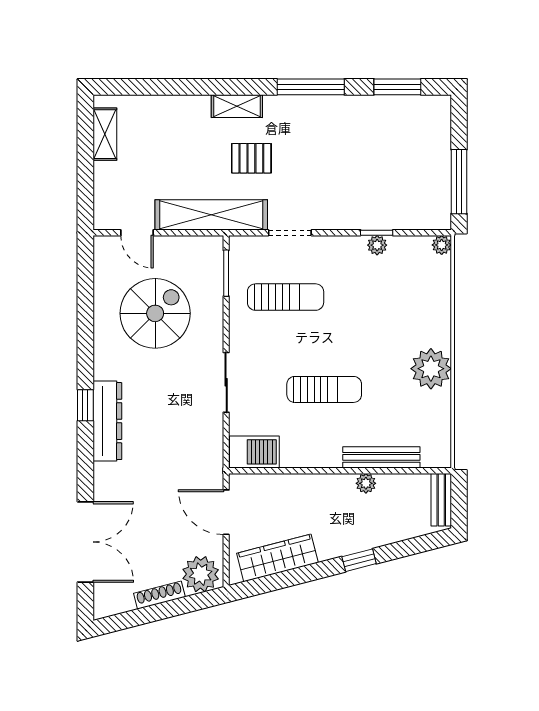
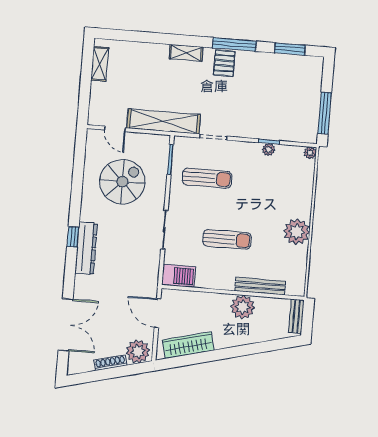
pallet: (251, 158) -> (224, 63), moved, turned 90
plant: (366, 483) -> (243, 307), width x1.88, depth x1.88
window: (359, 560) -> (240, 351), removed

